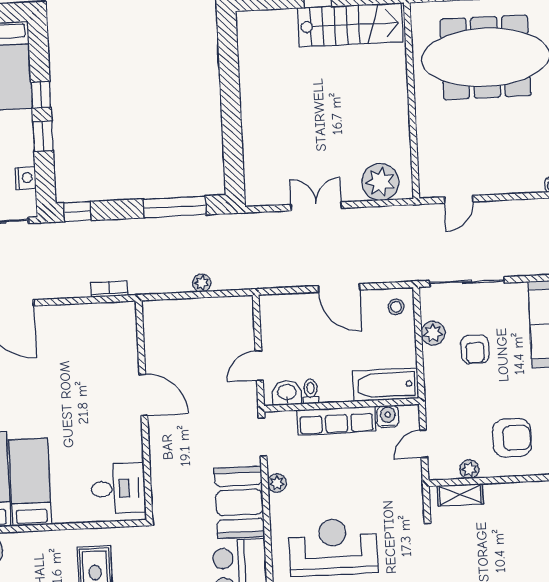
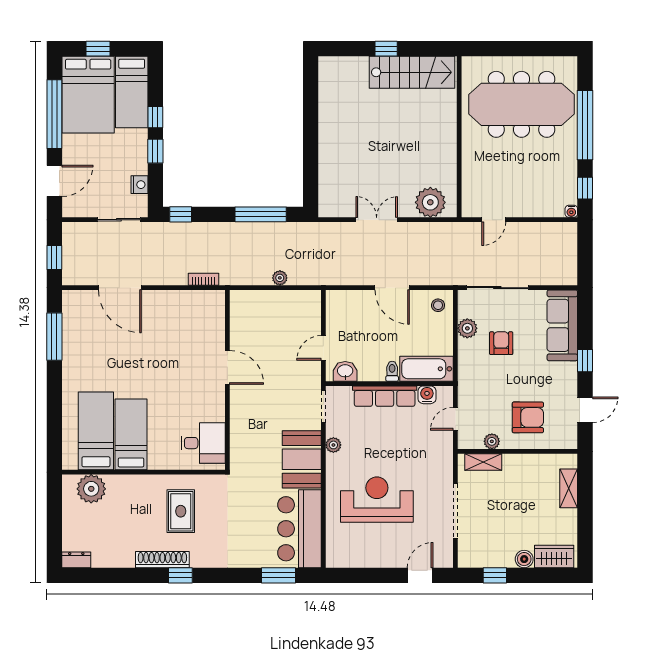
armchair: (475, 349) -> (501, 343), turned 180
toilet: (311, 391) -> (392, 371), moved

